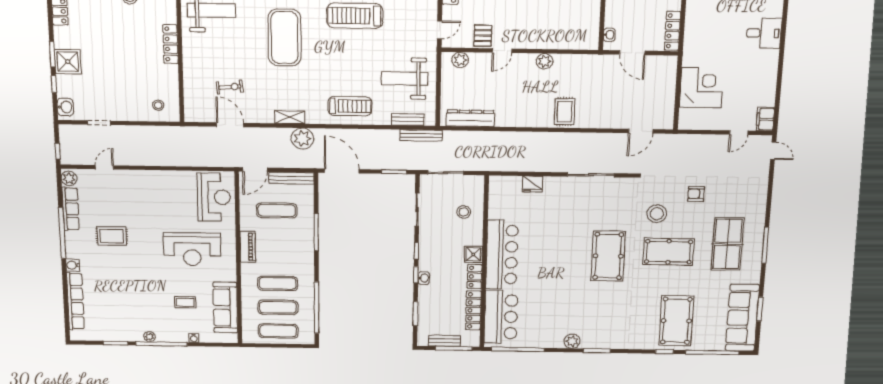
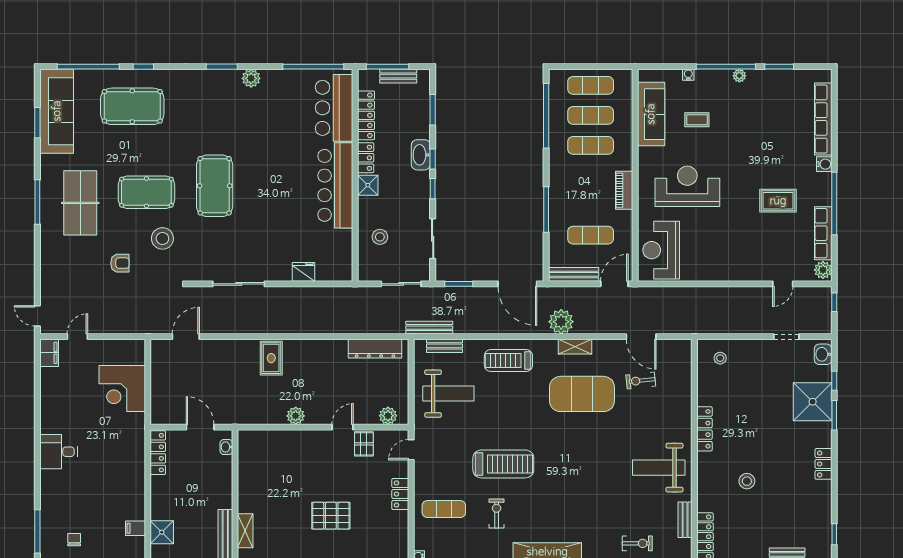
exercise mat: (284, 38) -> (582, 394), moved, turned 90
shower: (68, 62) -> (813, 402), width x1.37, depth x1.37
washbasin: (424, 278) -> (421, 155), width x1.91, depth x1.45
pool table: (676, 321) -> (132, 106), turned 90

